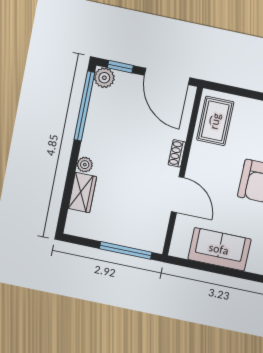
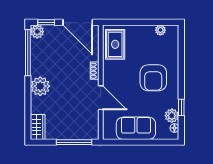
plant: (85, 165) -> (40, 86), width x1.87, depth x1.87
wardrobe: (82, 193) -> (38, 127), moved

